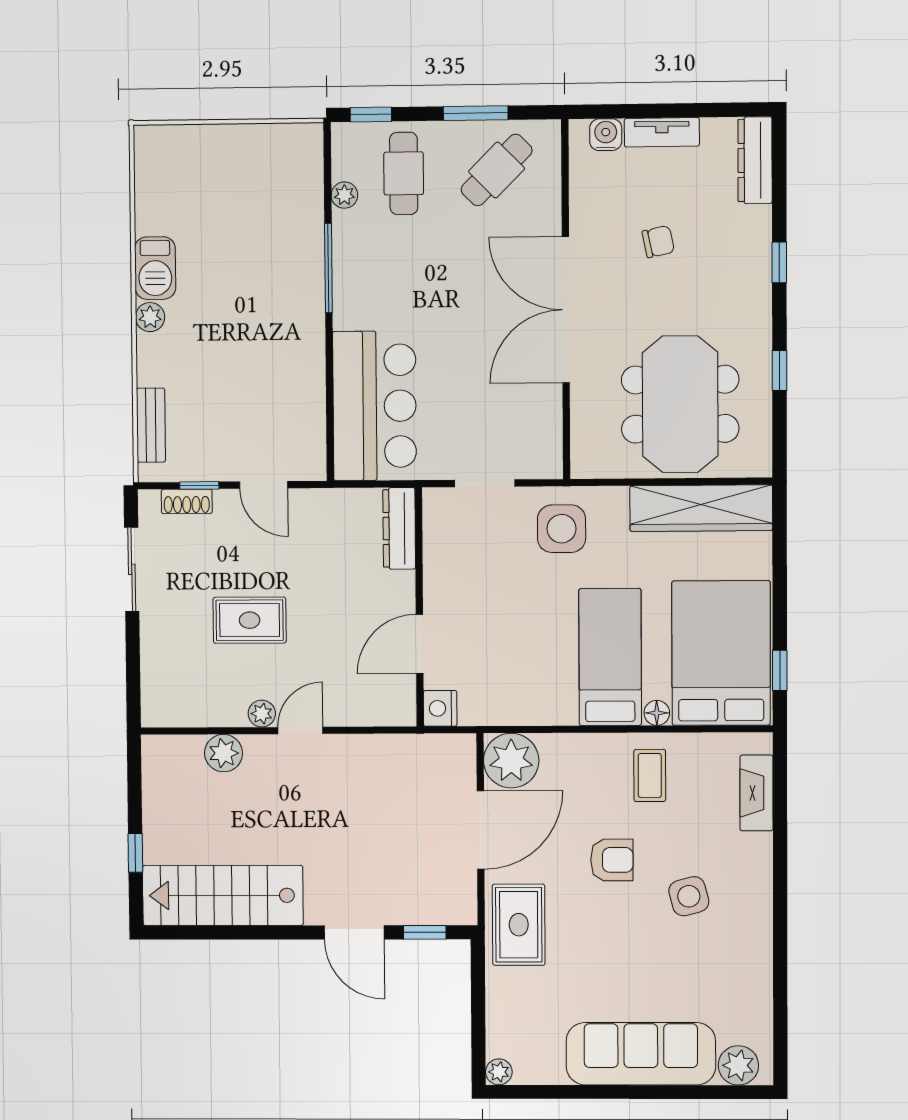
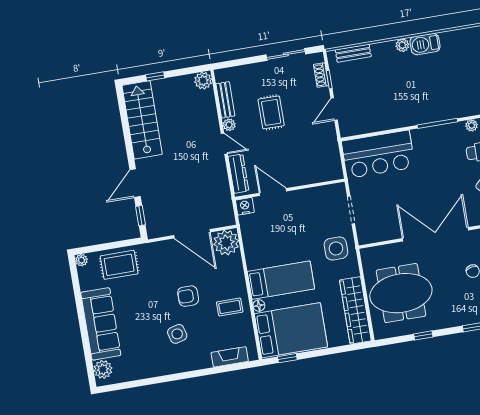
dresser: (399, 528) -> (238, 174), moved, turned 90
bench: (208, 713) -> (225, 100), added
plant: (224, 753) -> (203, 81), moved
armchair: (612, 860) -> (188, 296), turned 90
rug: (519, 925) -> (119, 265), moved

